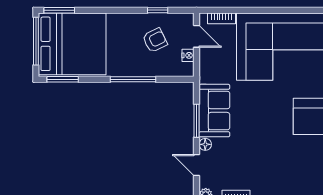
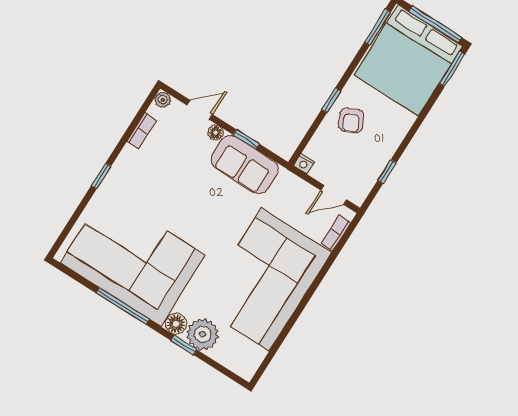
armchair: (155, 40) -> (351, 120), moved
nightstand: (188, 55) -> (304, 164), moved
window: (133, 79) -> (331, 100), width x0.46
window: (197, 121) -> (246, 139), width x0.67

